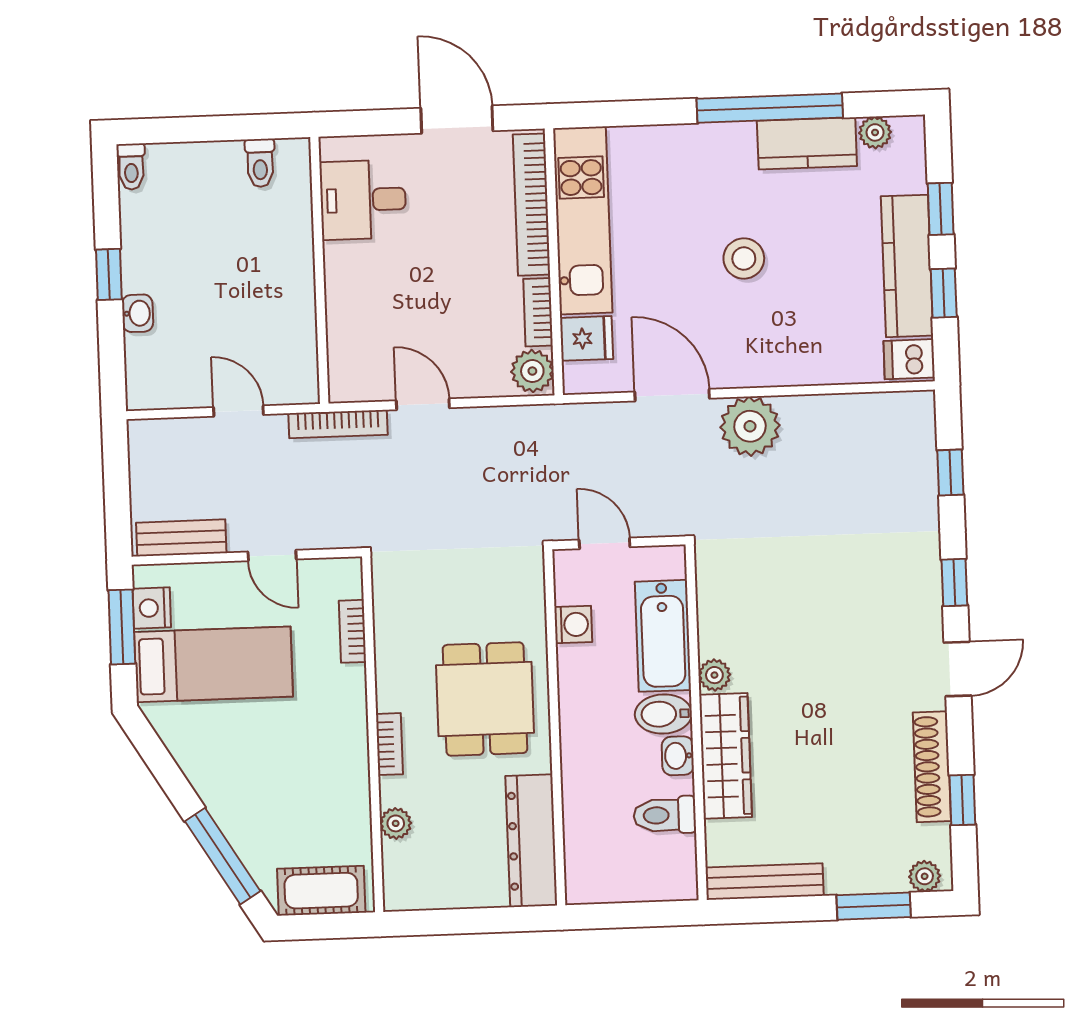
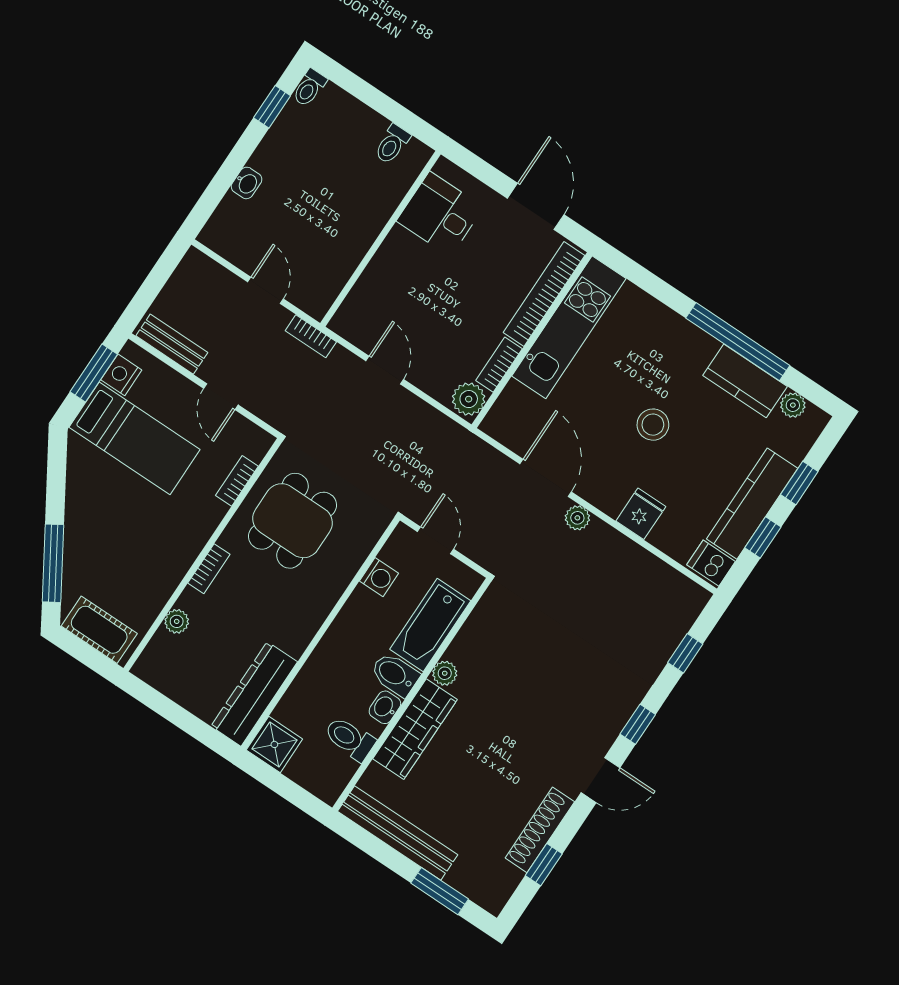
window: (109, 274) -> (272, 107), moved
fridge: (586, 338) -> (641, 514), moved, turned -90
bookcase: (338, 424) -> (311, 336), width x0.64
plant: (750, 426) -> (577, 518), width x0.53, depth x0.53
dining table: (485, 699) -> (293, 521), moved
plant: (925, 876) -> (485, 896), removed
shower: (591, 878) -> (274, 744), added
bench: (765, 882) -> (398, 833), width x1.37, depth x1.21

